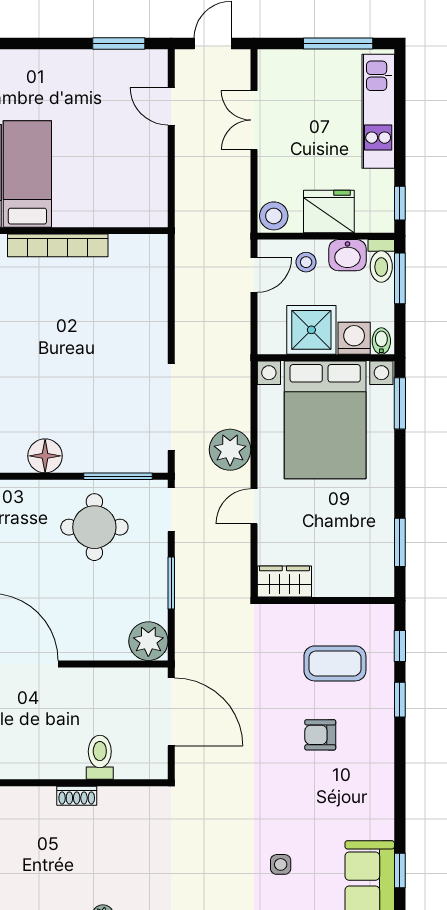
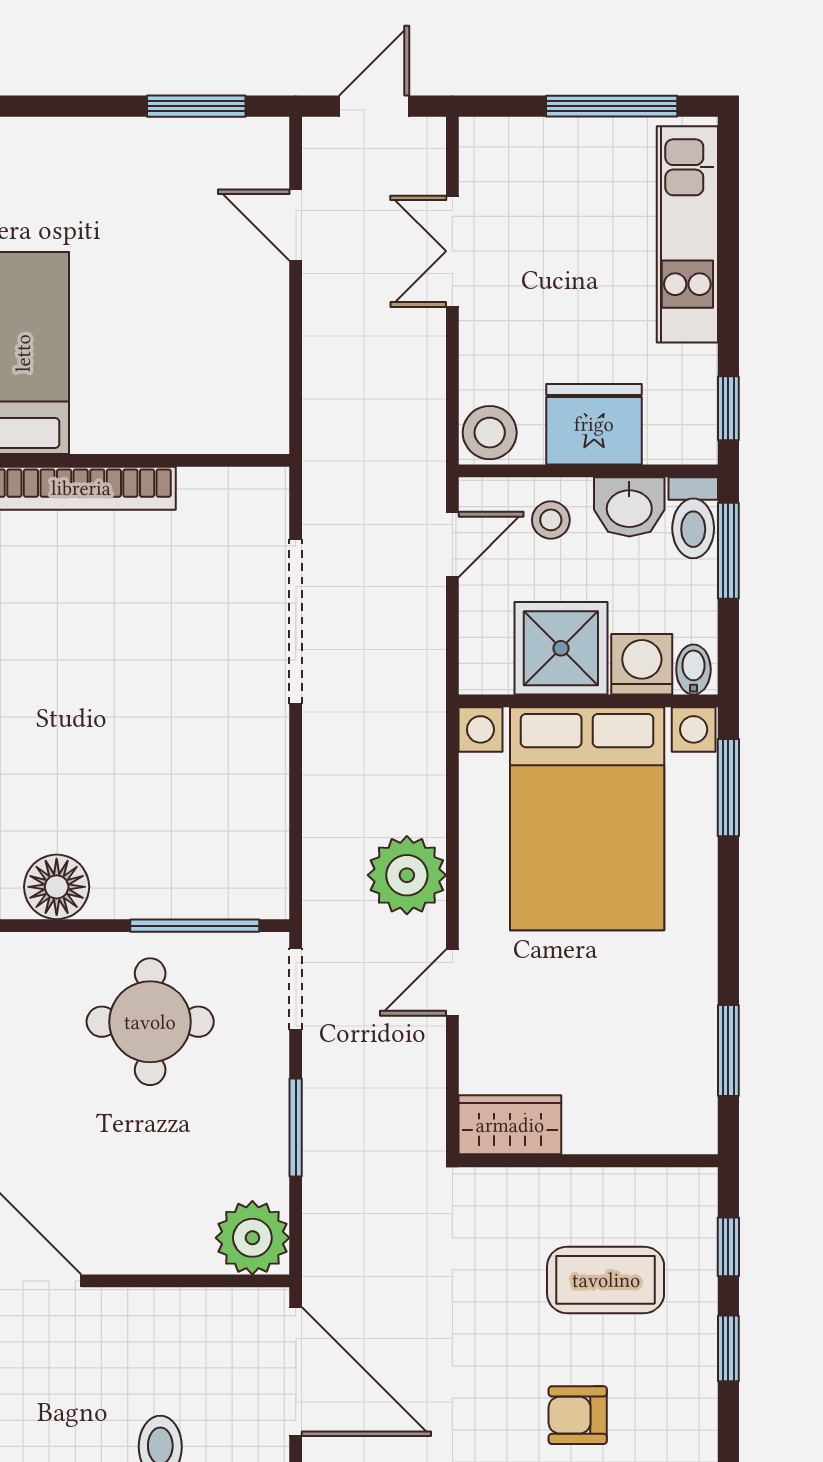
doorway: (171, 407) -> (296, 622), moved

